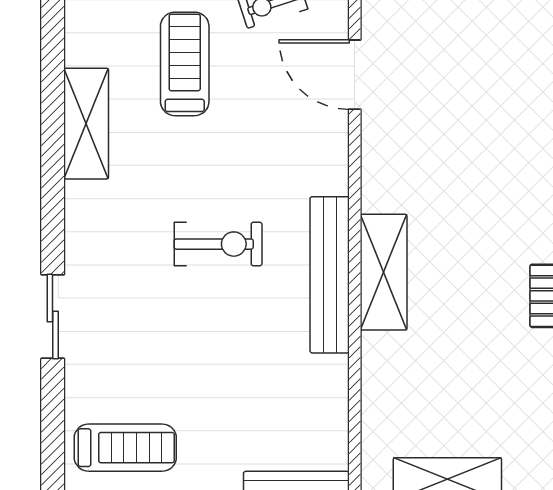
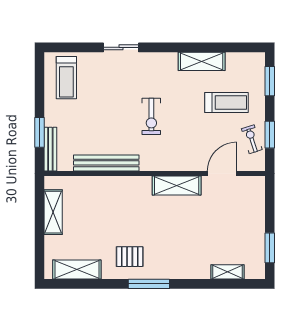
shelving: (384, 272) -> (177, 185), moved
bench: (330, 275) -> (106, 163), moved

